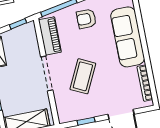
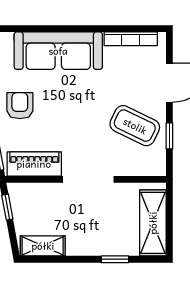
armchair: (86, 19) -> (20, 106), turned 180
coffee table: (83, 76) -> (135, 126), moved

